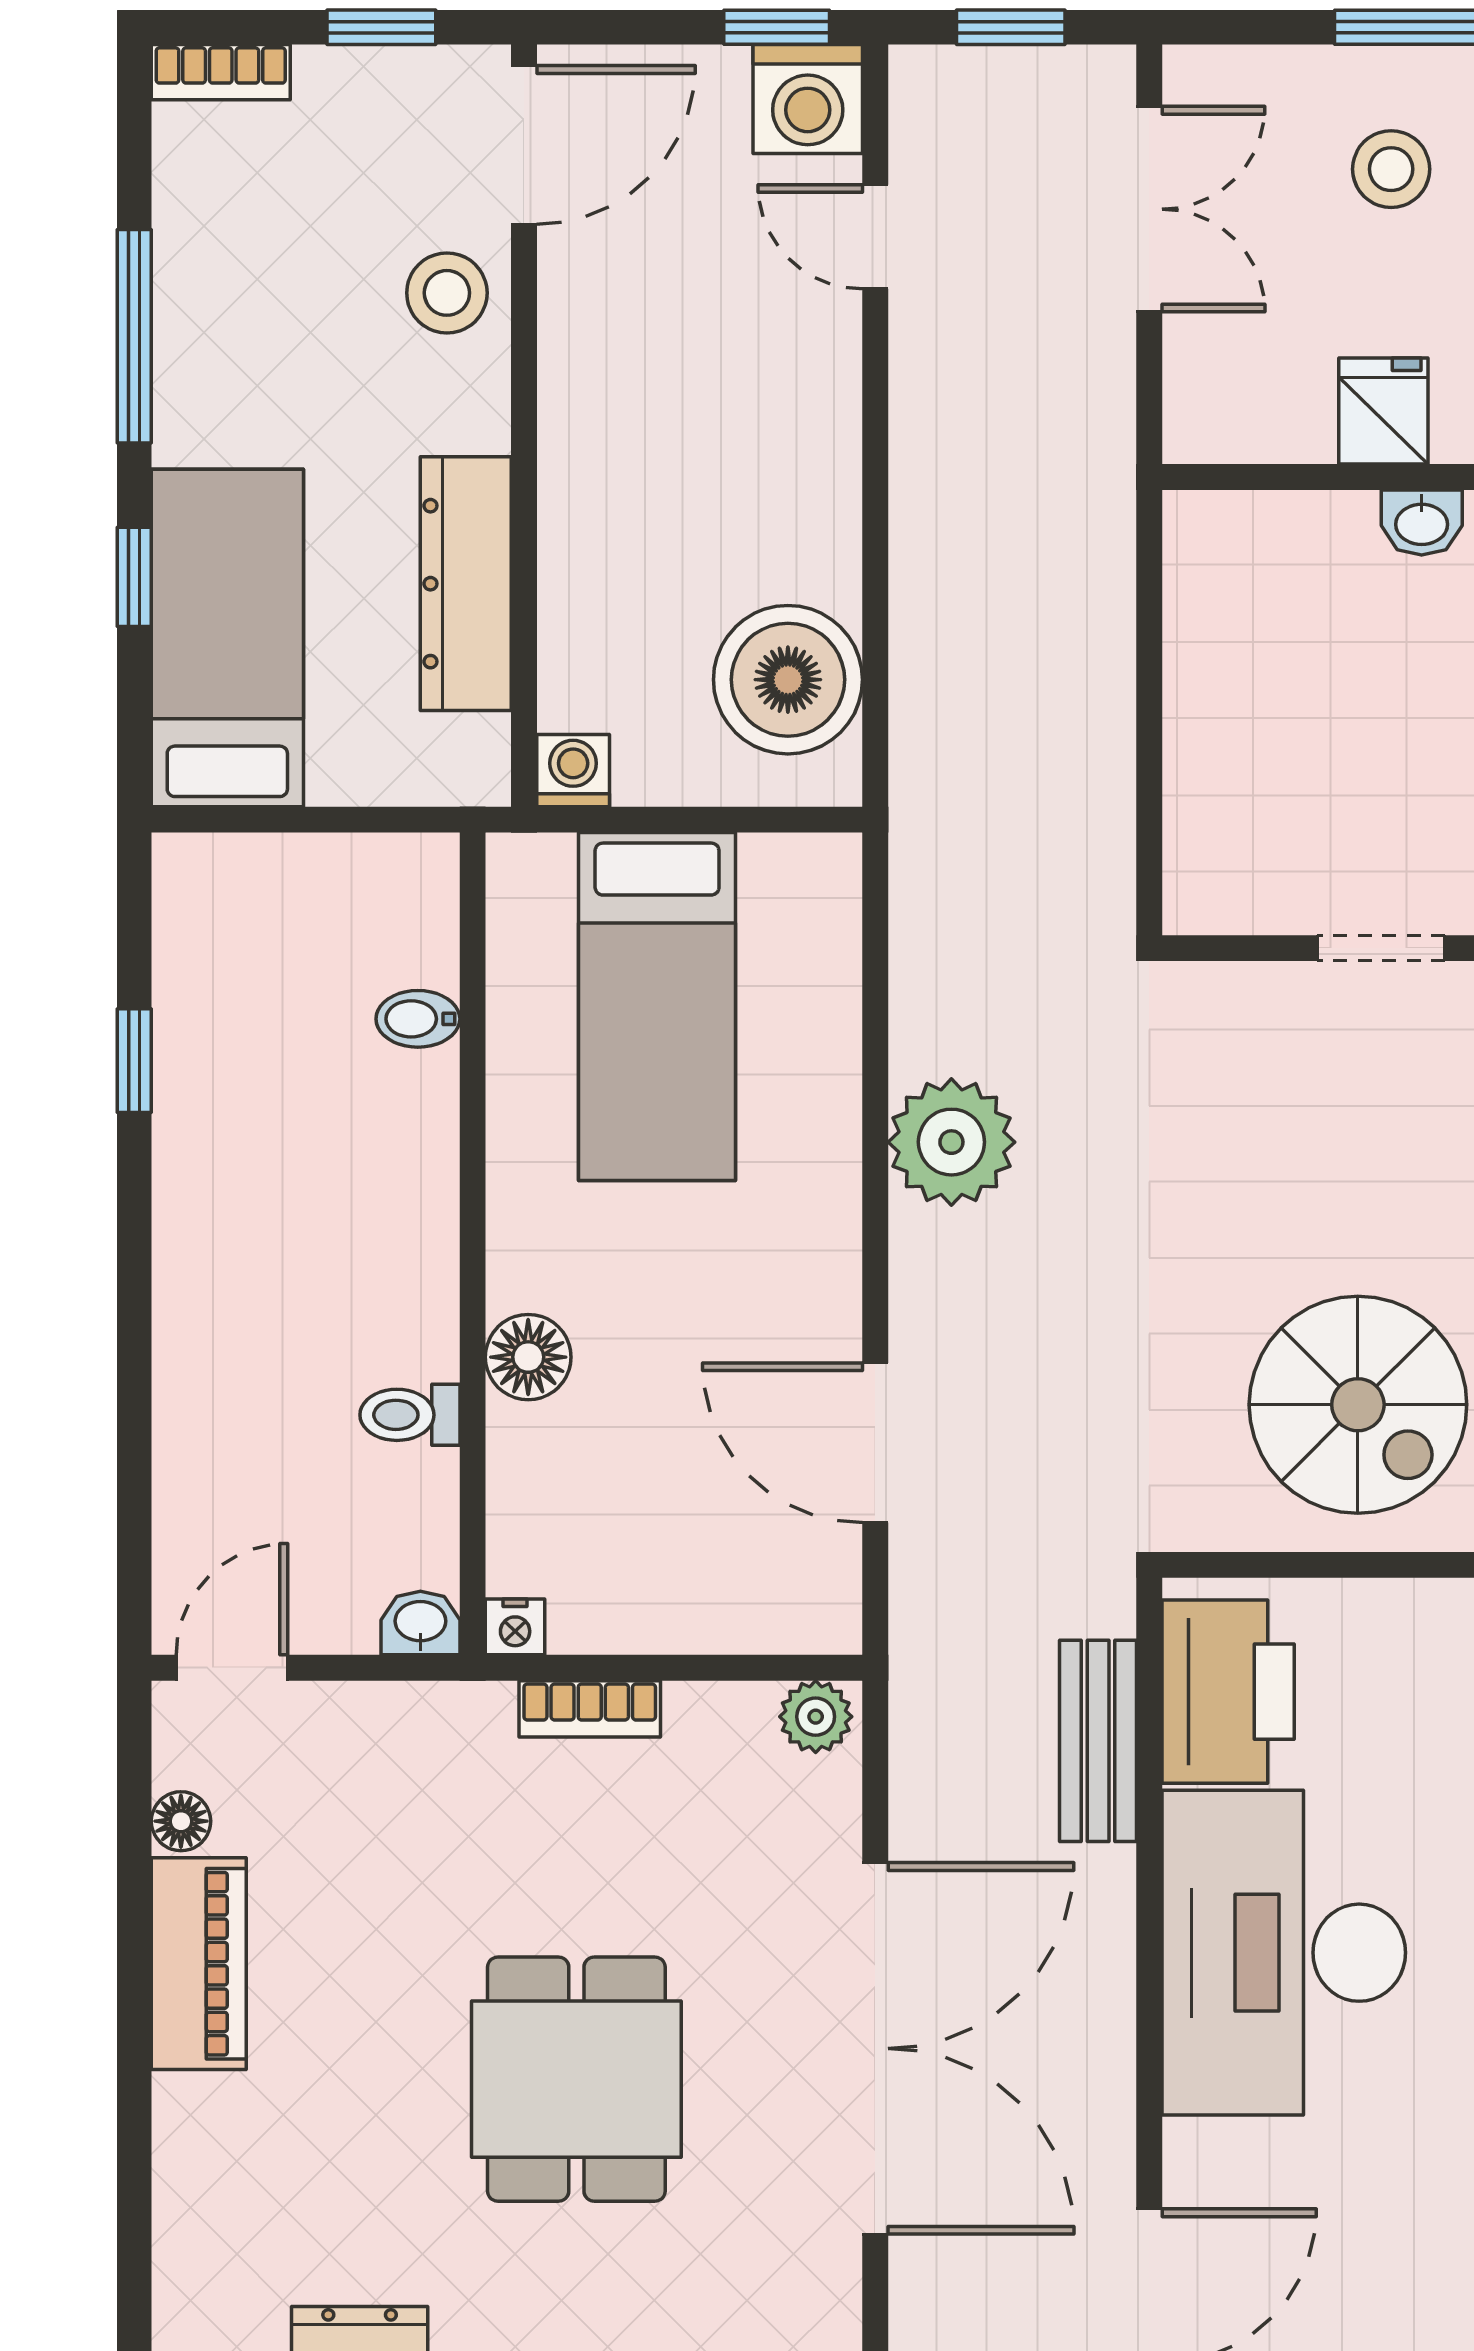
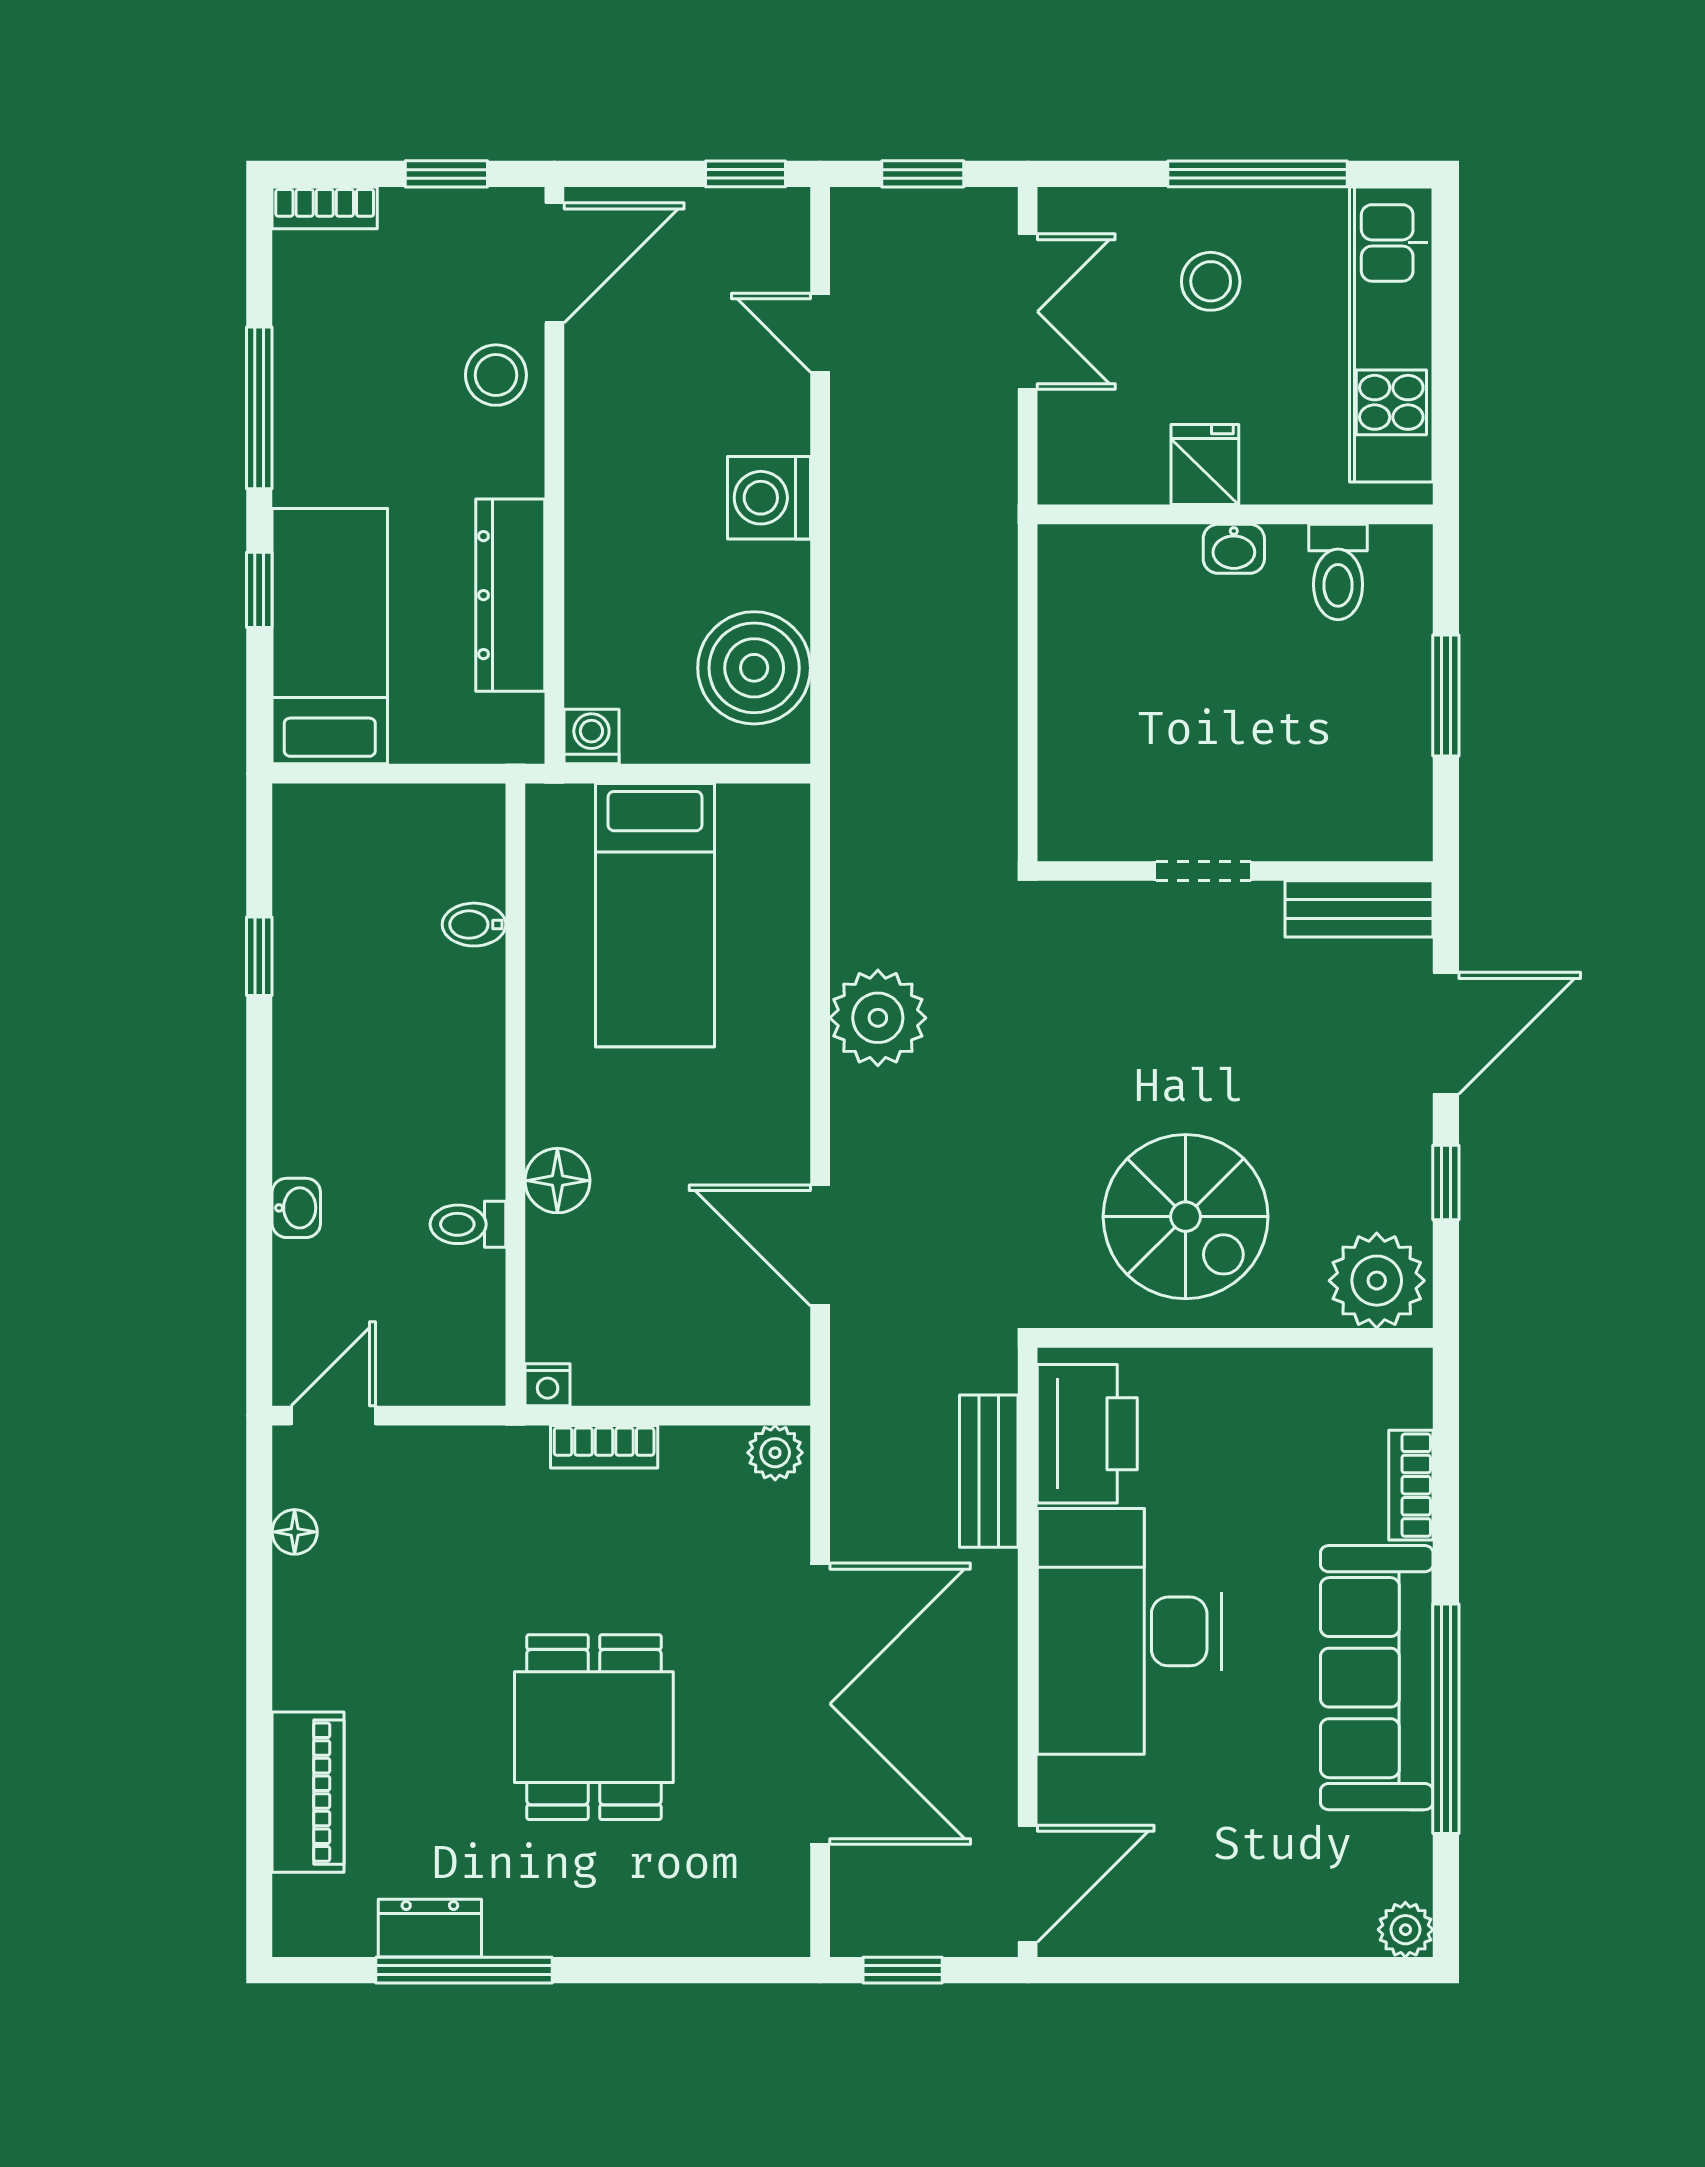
washing machine: (808, 99) -> (769, 498), moved, turned 90
washbasin: (420, 1623) -> (296, 1208), moved, turned 90
piano: (199, 1964) -> (308, 1792), moved

